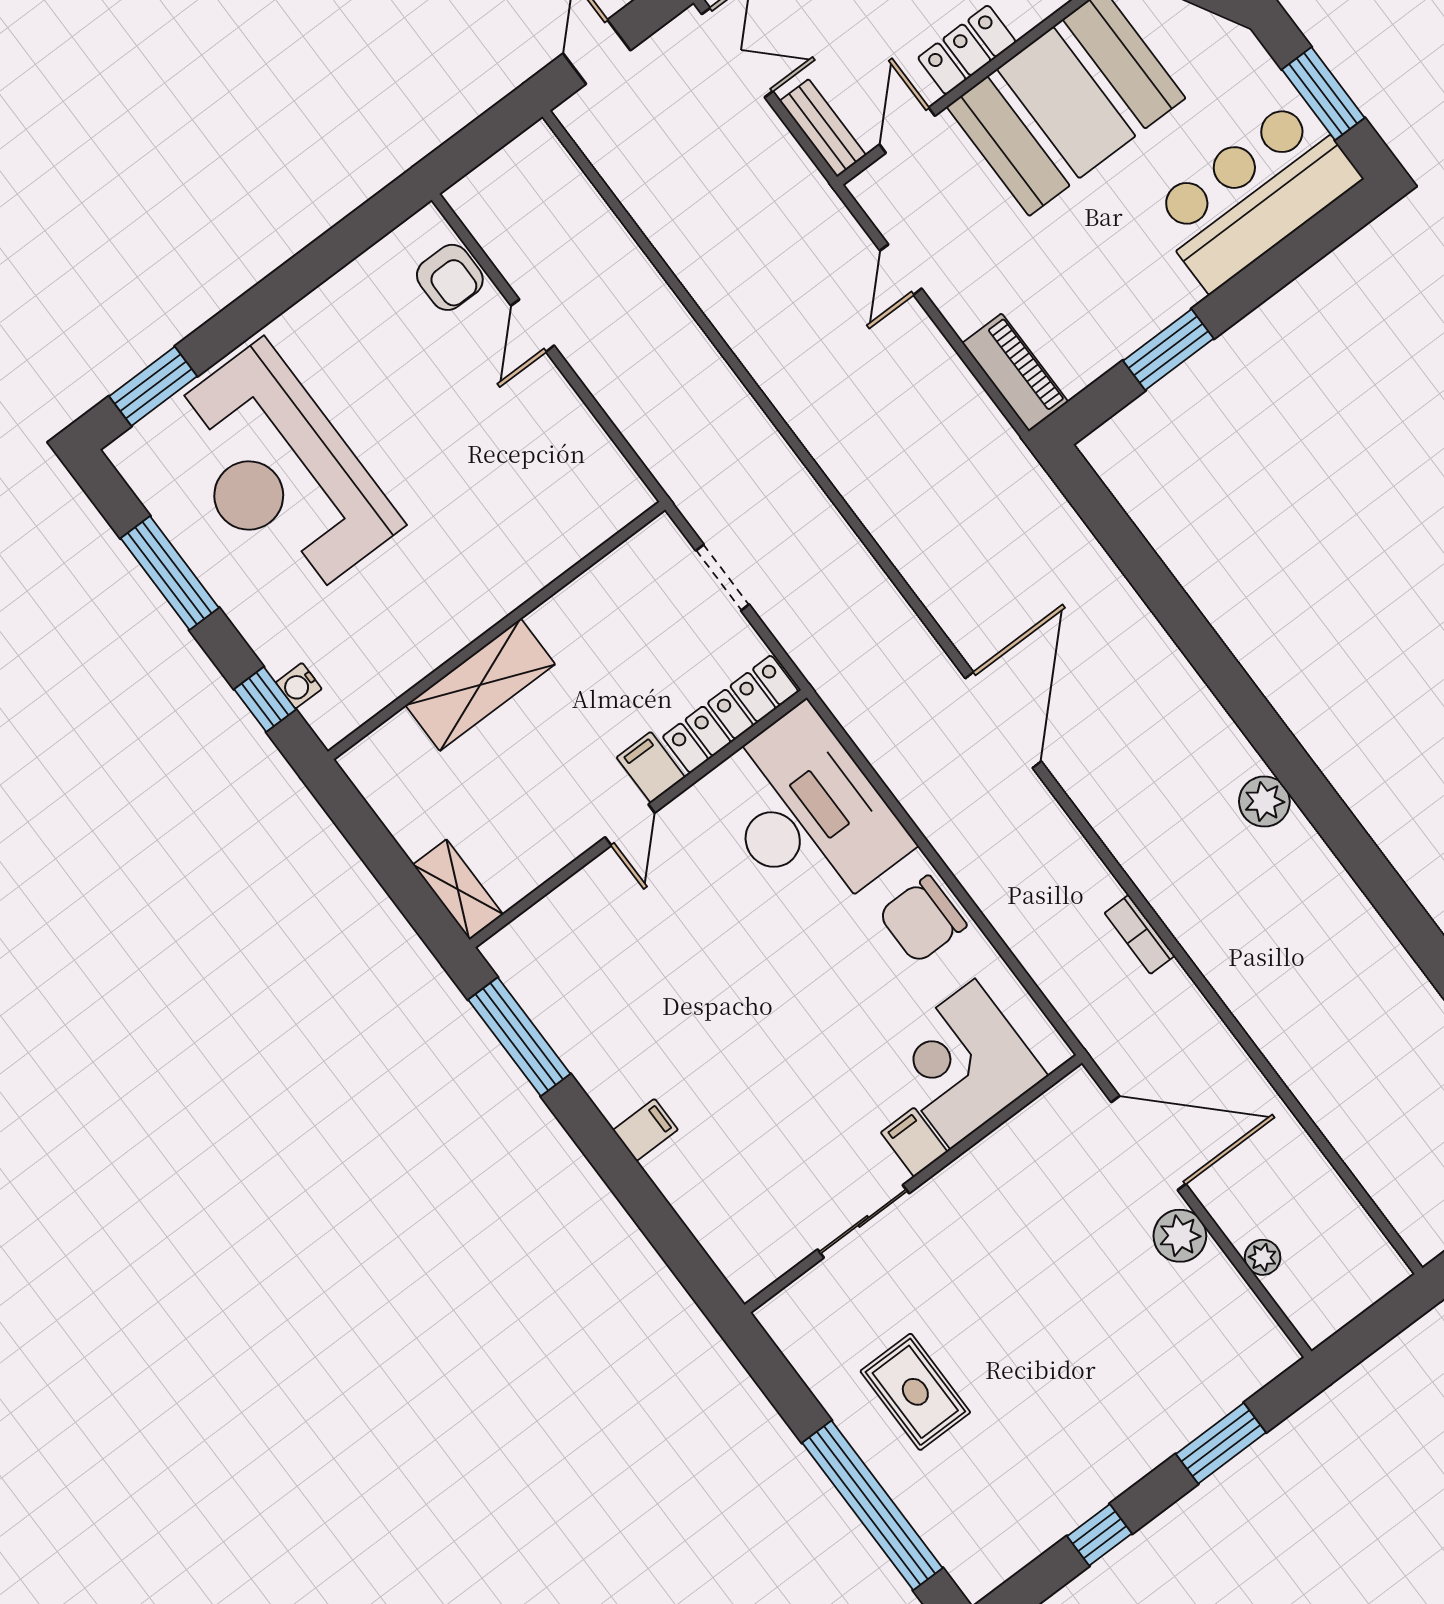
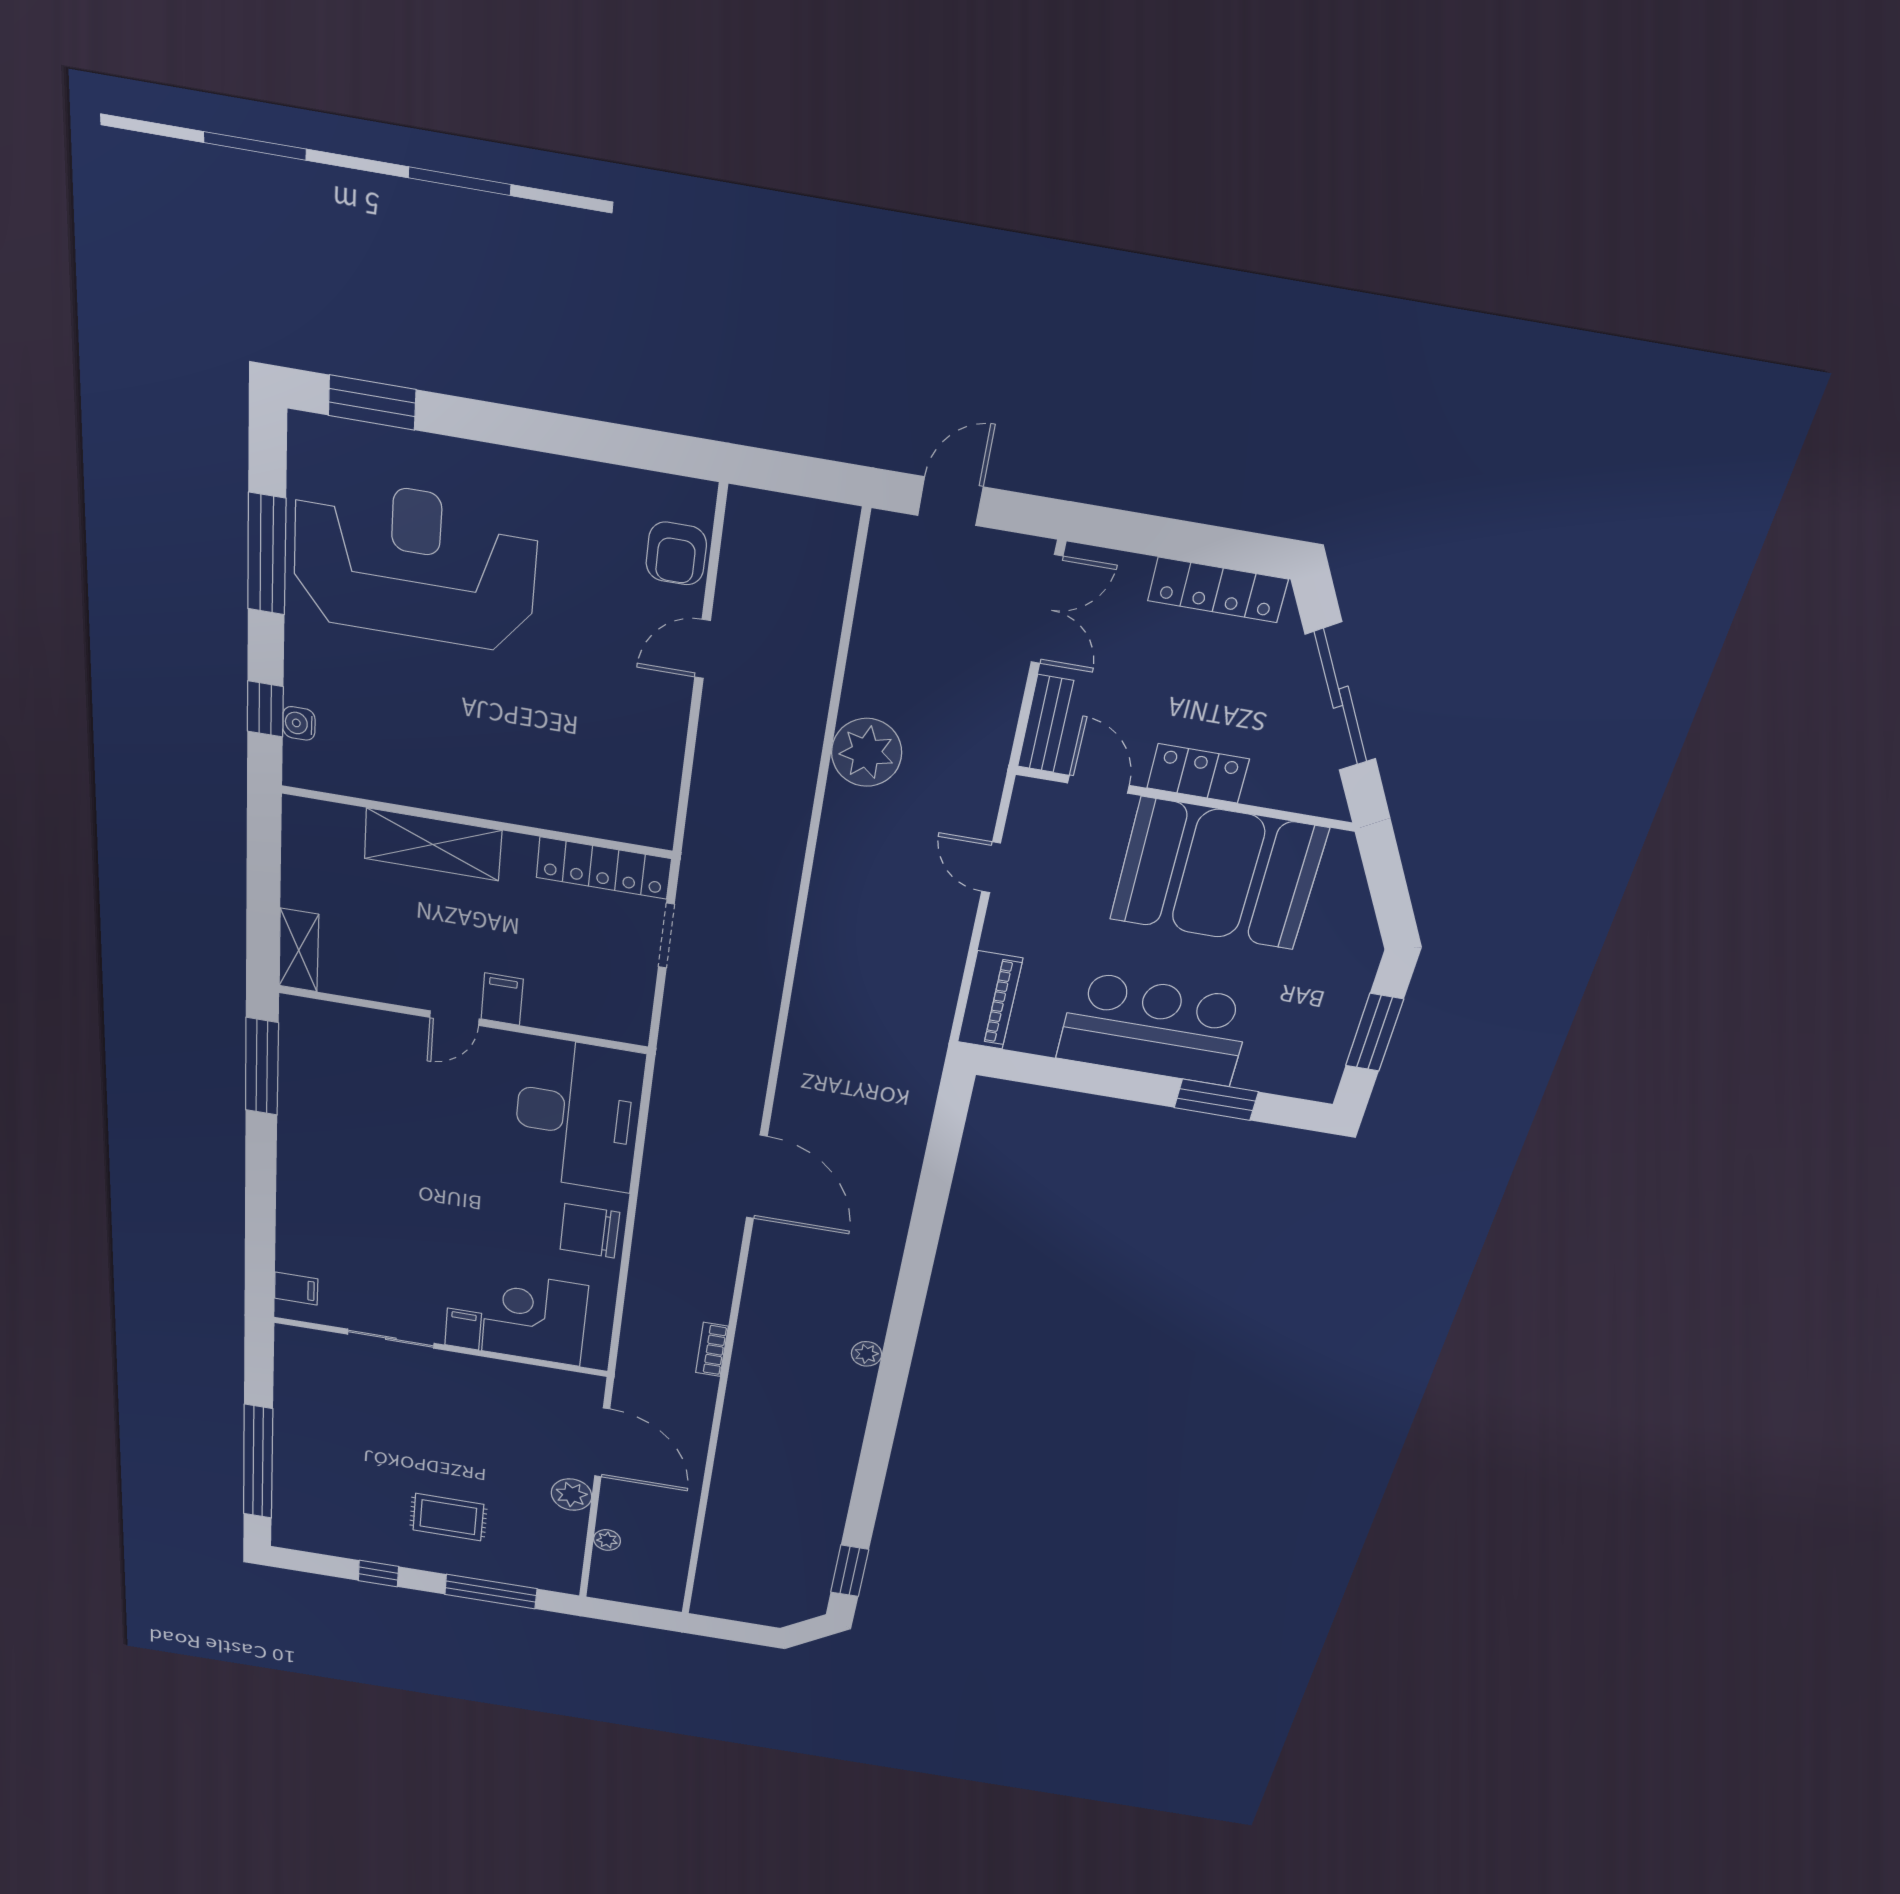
door: (907, 130) -> (1098, 784), hinge flipped
bar counter: (1254, 194) -> (1154, 1029), moved
door: (901, 270) -> (991, 867), hinge flipped
plant: (722, 280) -> (867, 752), added
window: (1168, 350) -> (1216, 1100), moved
reception desk: (278, 473) -> (415, 564), turned 90
locker: (730, 714) -> (604, 868), moved, turned 180
door: (1003, 720) -> (757, 1177), hinge flipped
plant: (1264, 802) -> (866, 1354), width x0.73, depth x0.73
filing cabinet: (645, 1130) -> (296, 1289), moved
rug: (915, 1392) -> (448, 1517), moved, turned 90
window: (1221, 1443) -> (491, 1592), width x1.44

